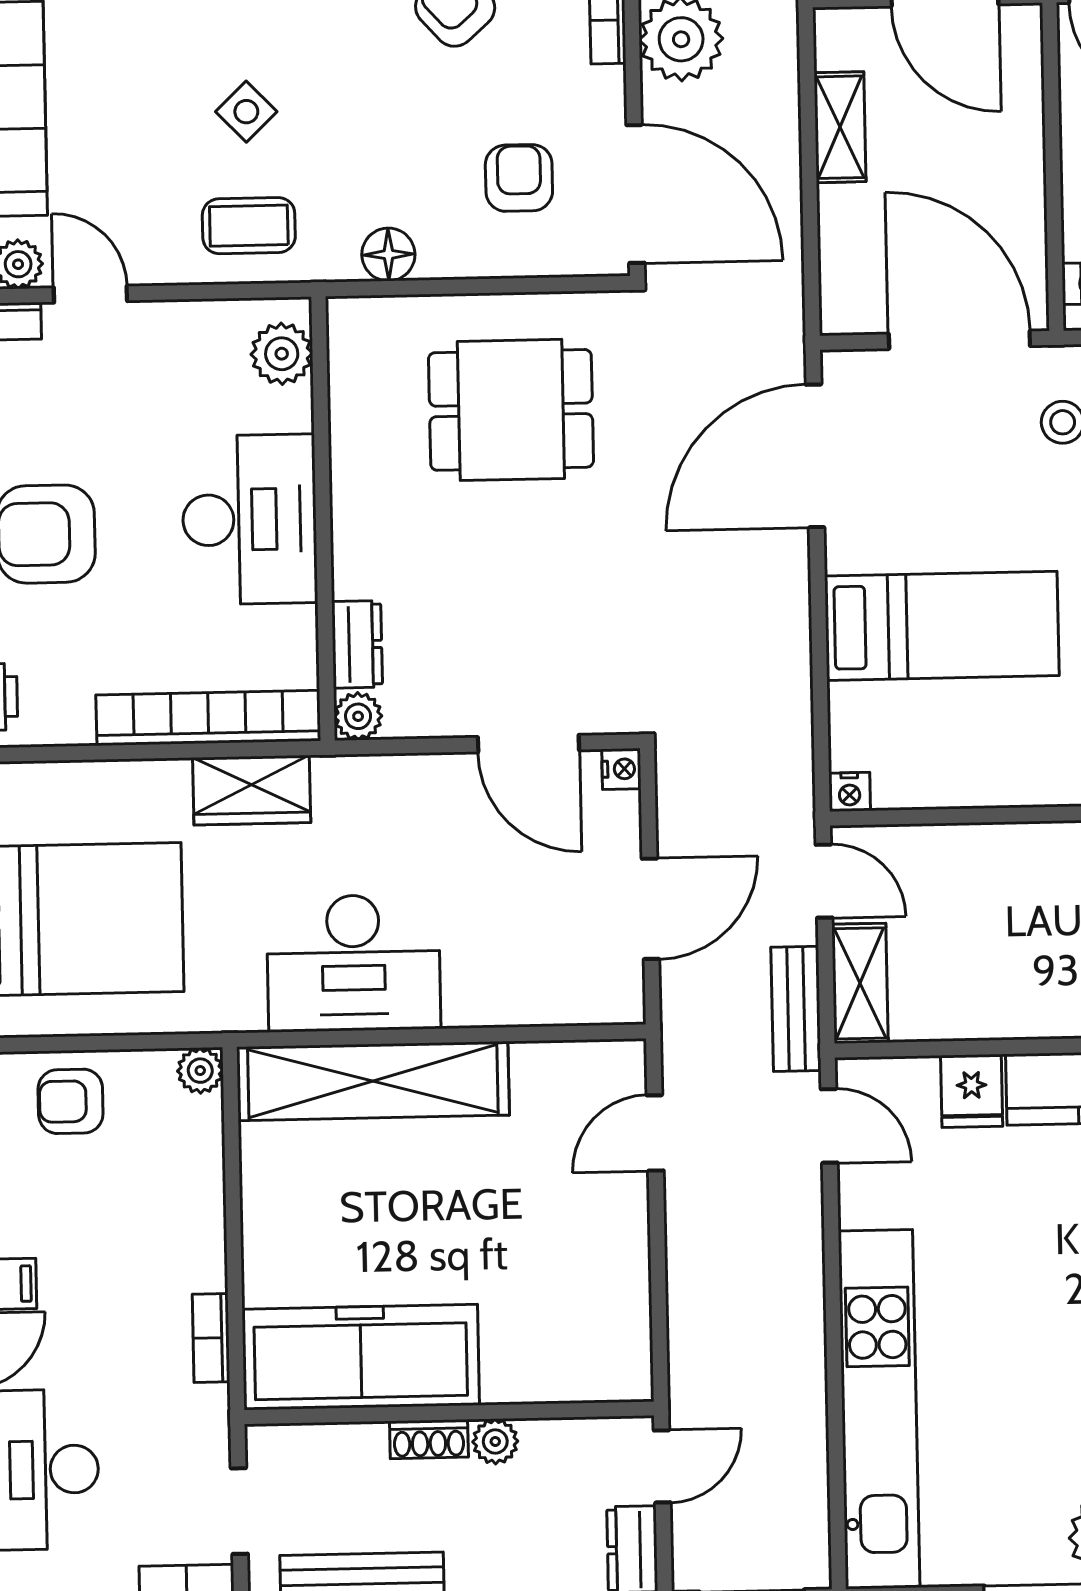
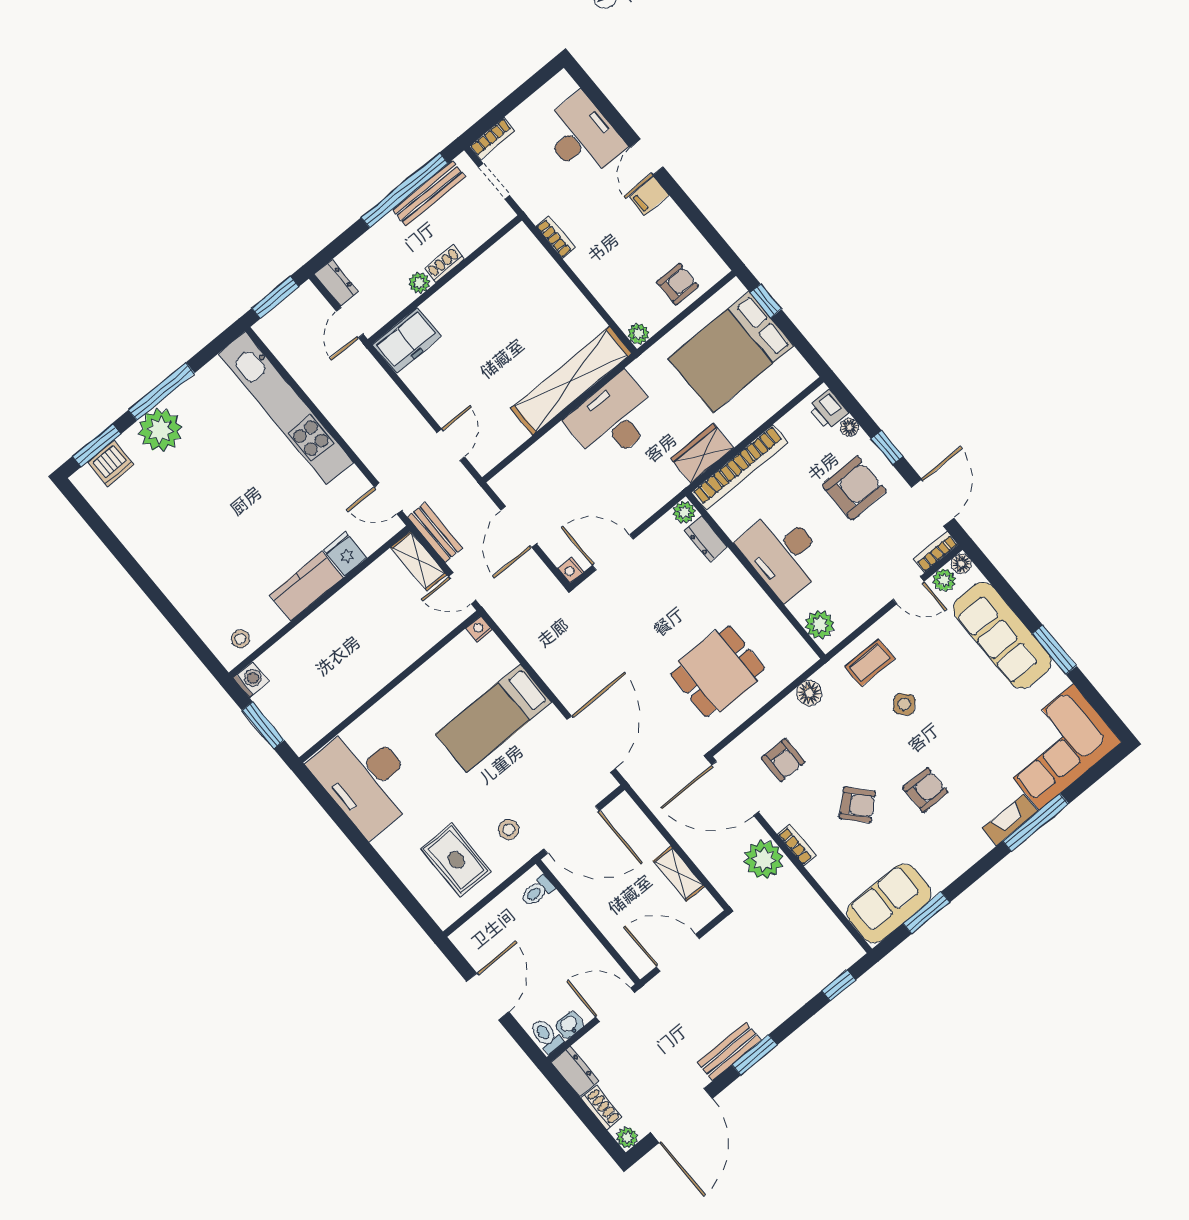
freezer: (361, 1357) -> (407, 340), moved, width x0.52, depth x0.79

